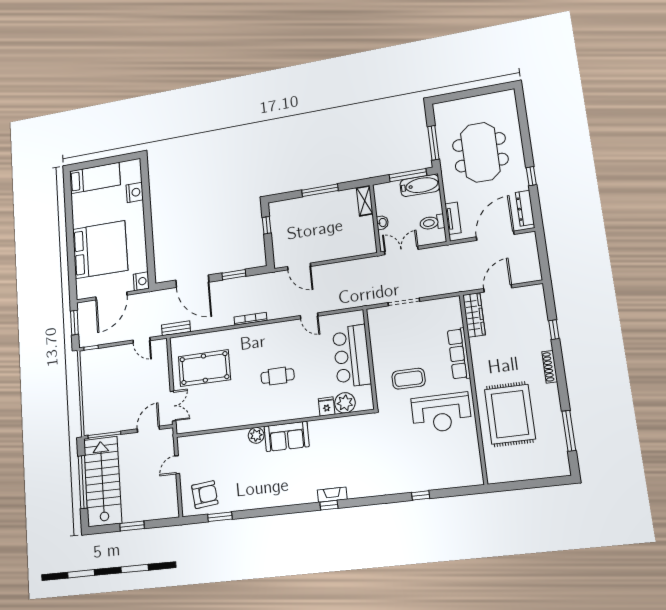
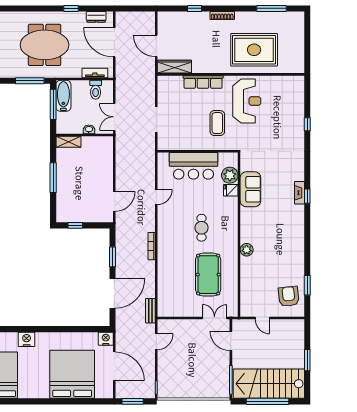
dresser: (525, 208) -> (96, 17), width x0.70
pool table: (204, 368) -> (208, 275), moved
sofa: (287, 436) -> (250, 189), moved

